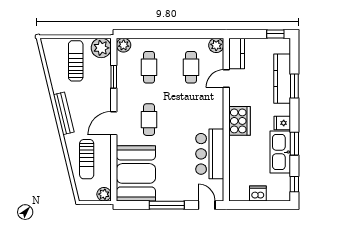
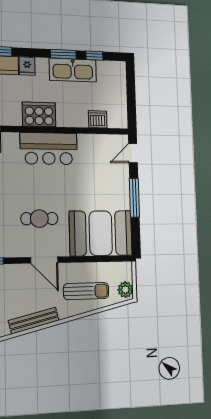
fridge: (282, 123) -> (27, 66), moved
bar counter: (210, 154) -> (49, 149), moved
window: (294, 184) -> (94, 56), moved
plant: (104, 194) -> (125, 290), moved
dishwasher: (258, 194) -> (98, 119), moved, turned 90

